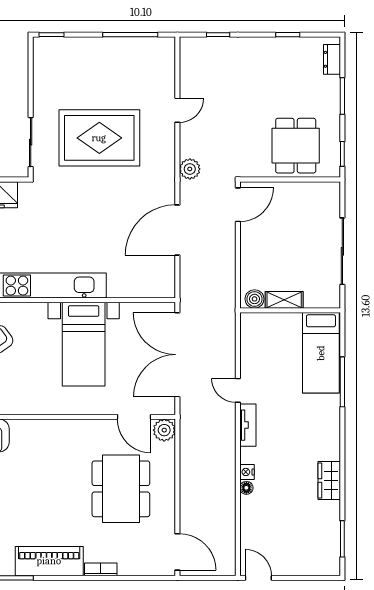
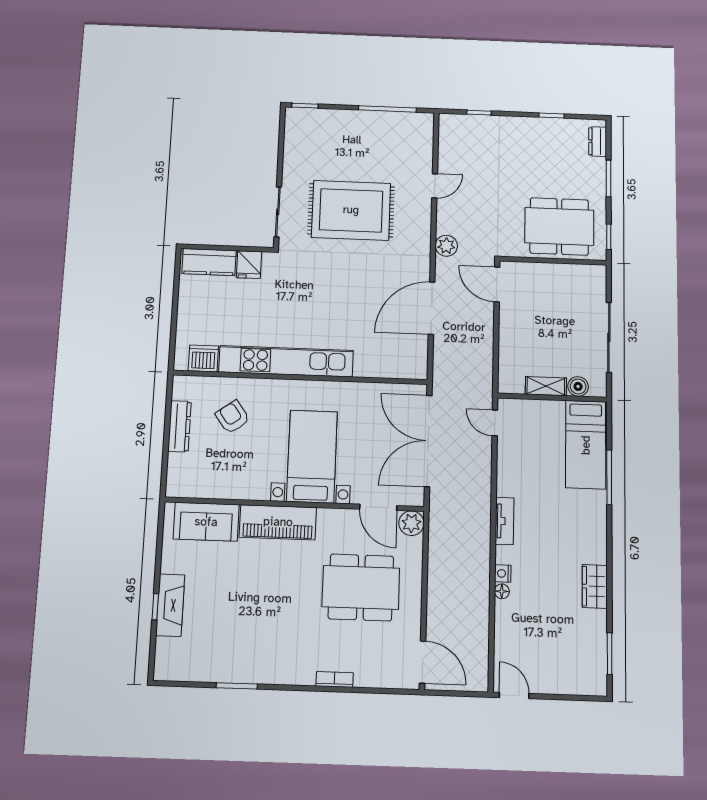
dining table: (296, 146) -> (559, 226), width x1.37
door: (238, 205) -> (497, 284), swing flipped
boiler: (255, 299) -> (578, 386), moved
bed with nightstands: (84, 344) -> (312, 456), moved, turned 180
door: (238, 390) -> (495, 423), moved
dining table: (121, 489) -> (361, 587), turned 90
piano: (49, 561) -> (278, 522), moved, turned 180

